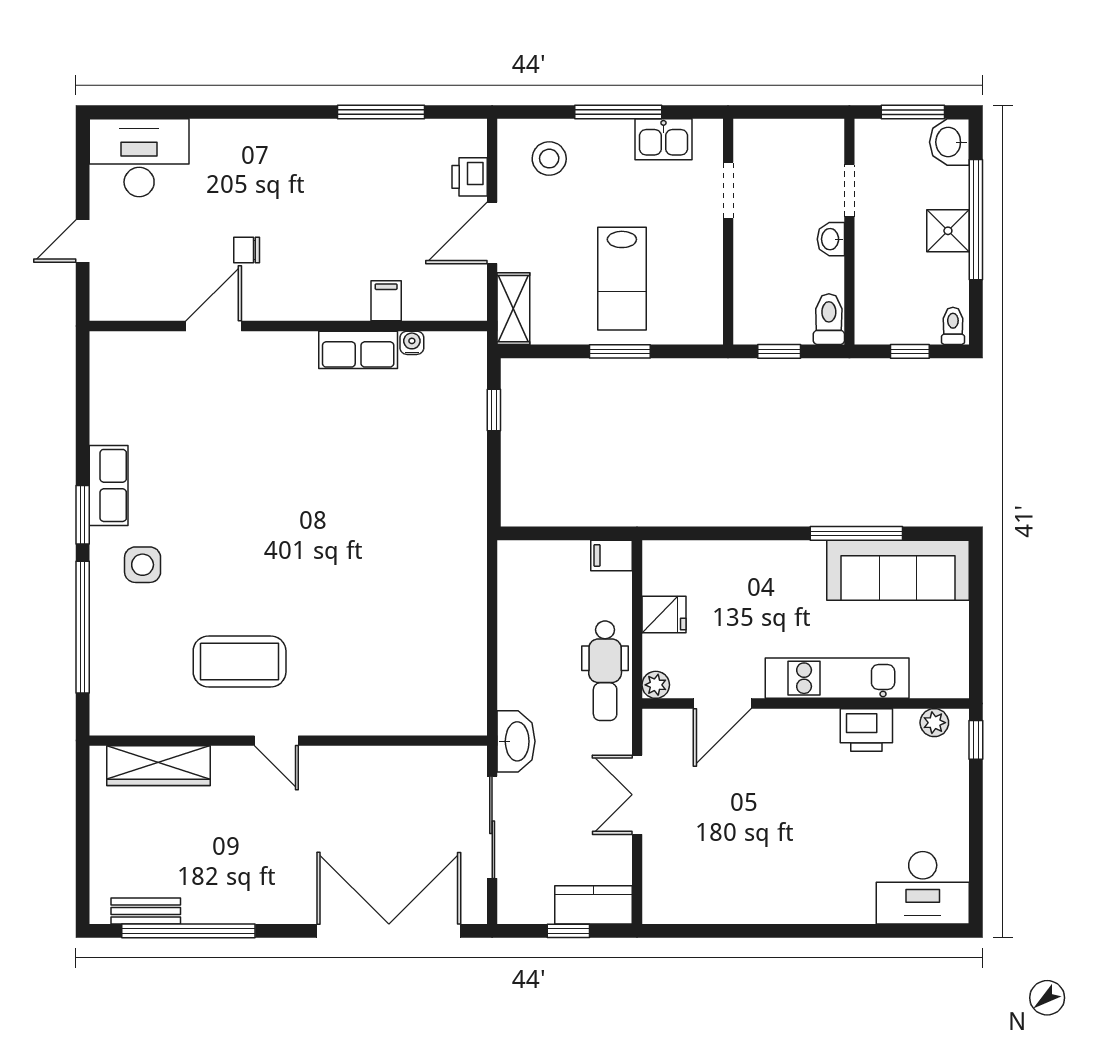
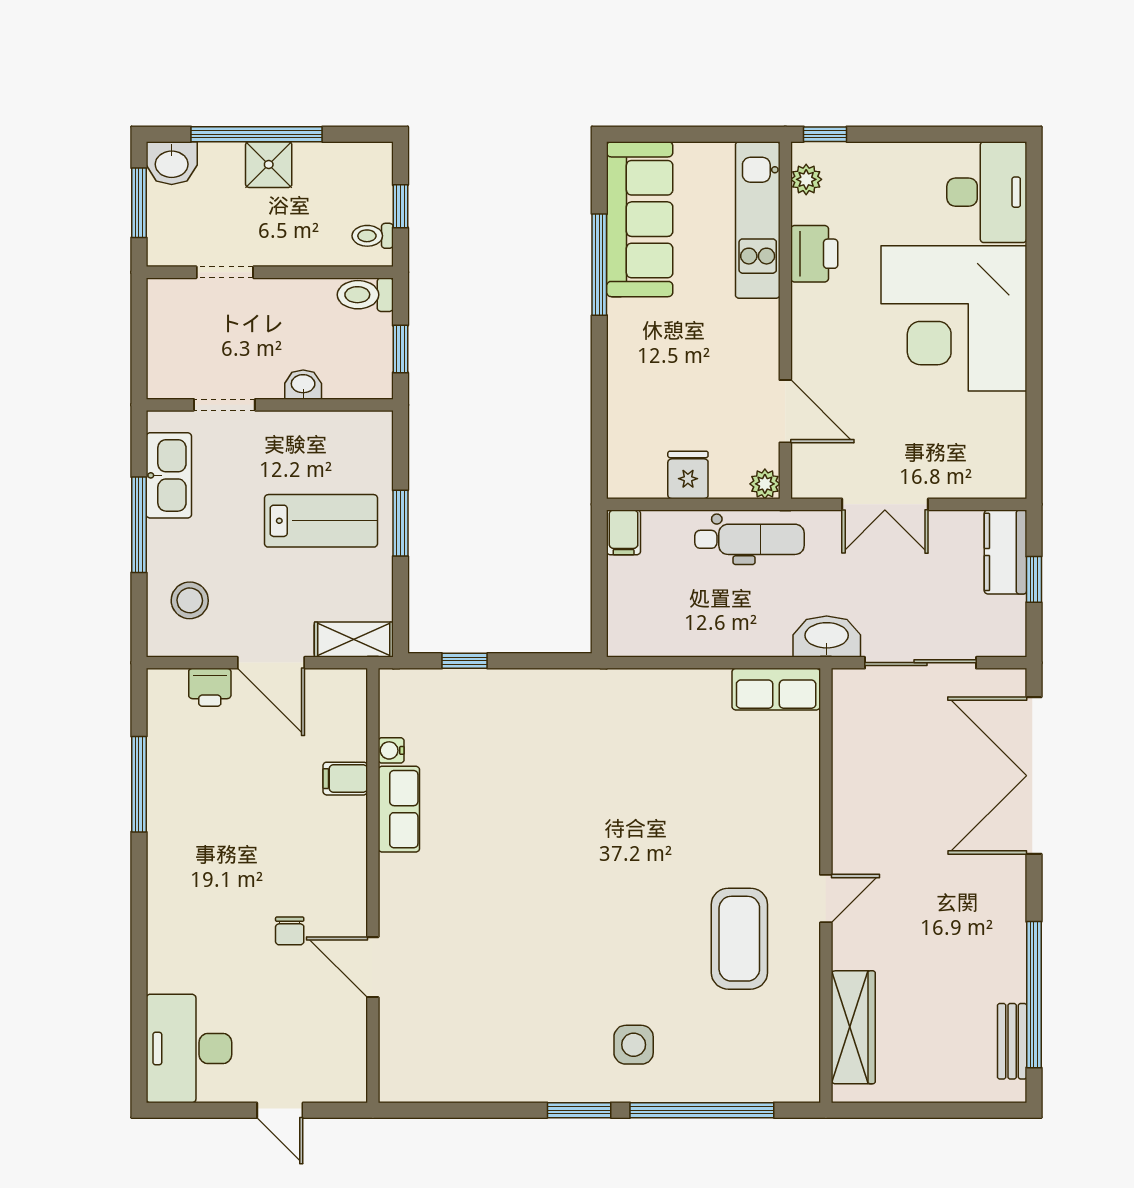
kitchen sink: (663, 139) -> (169, 475), width x1.38
washbasin: (831, 239) -> (303, 385), moved, turned 180
toilet: (953, 326) -> (373, 236), moved
row of seats: (109, 485) -> (776, 689), moved, turned 180
kitchen unit: (837, 678) -> (758, 220), moved
corner desk: (807, 858) -> (954, 318), added

